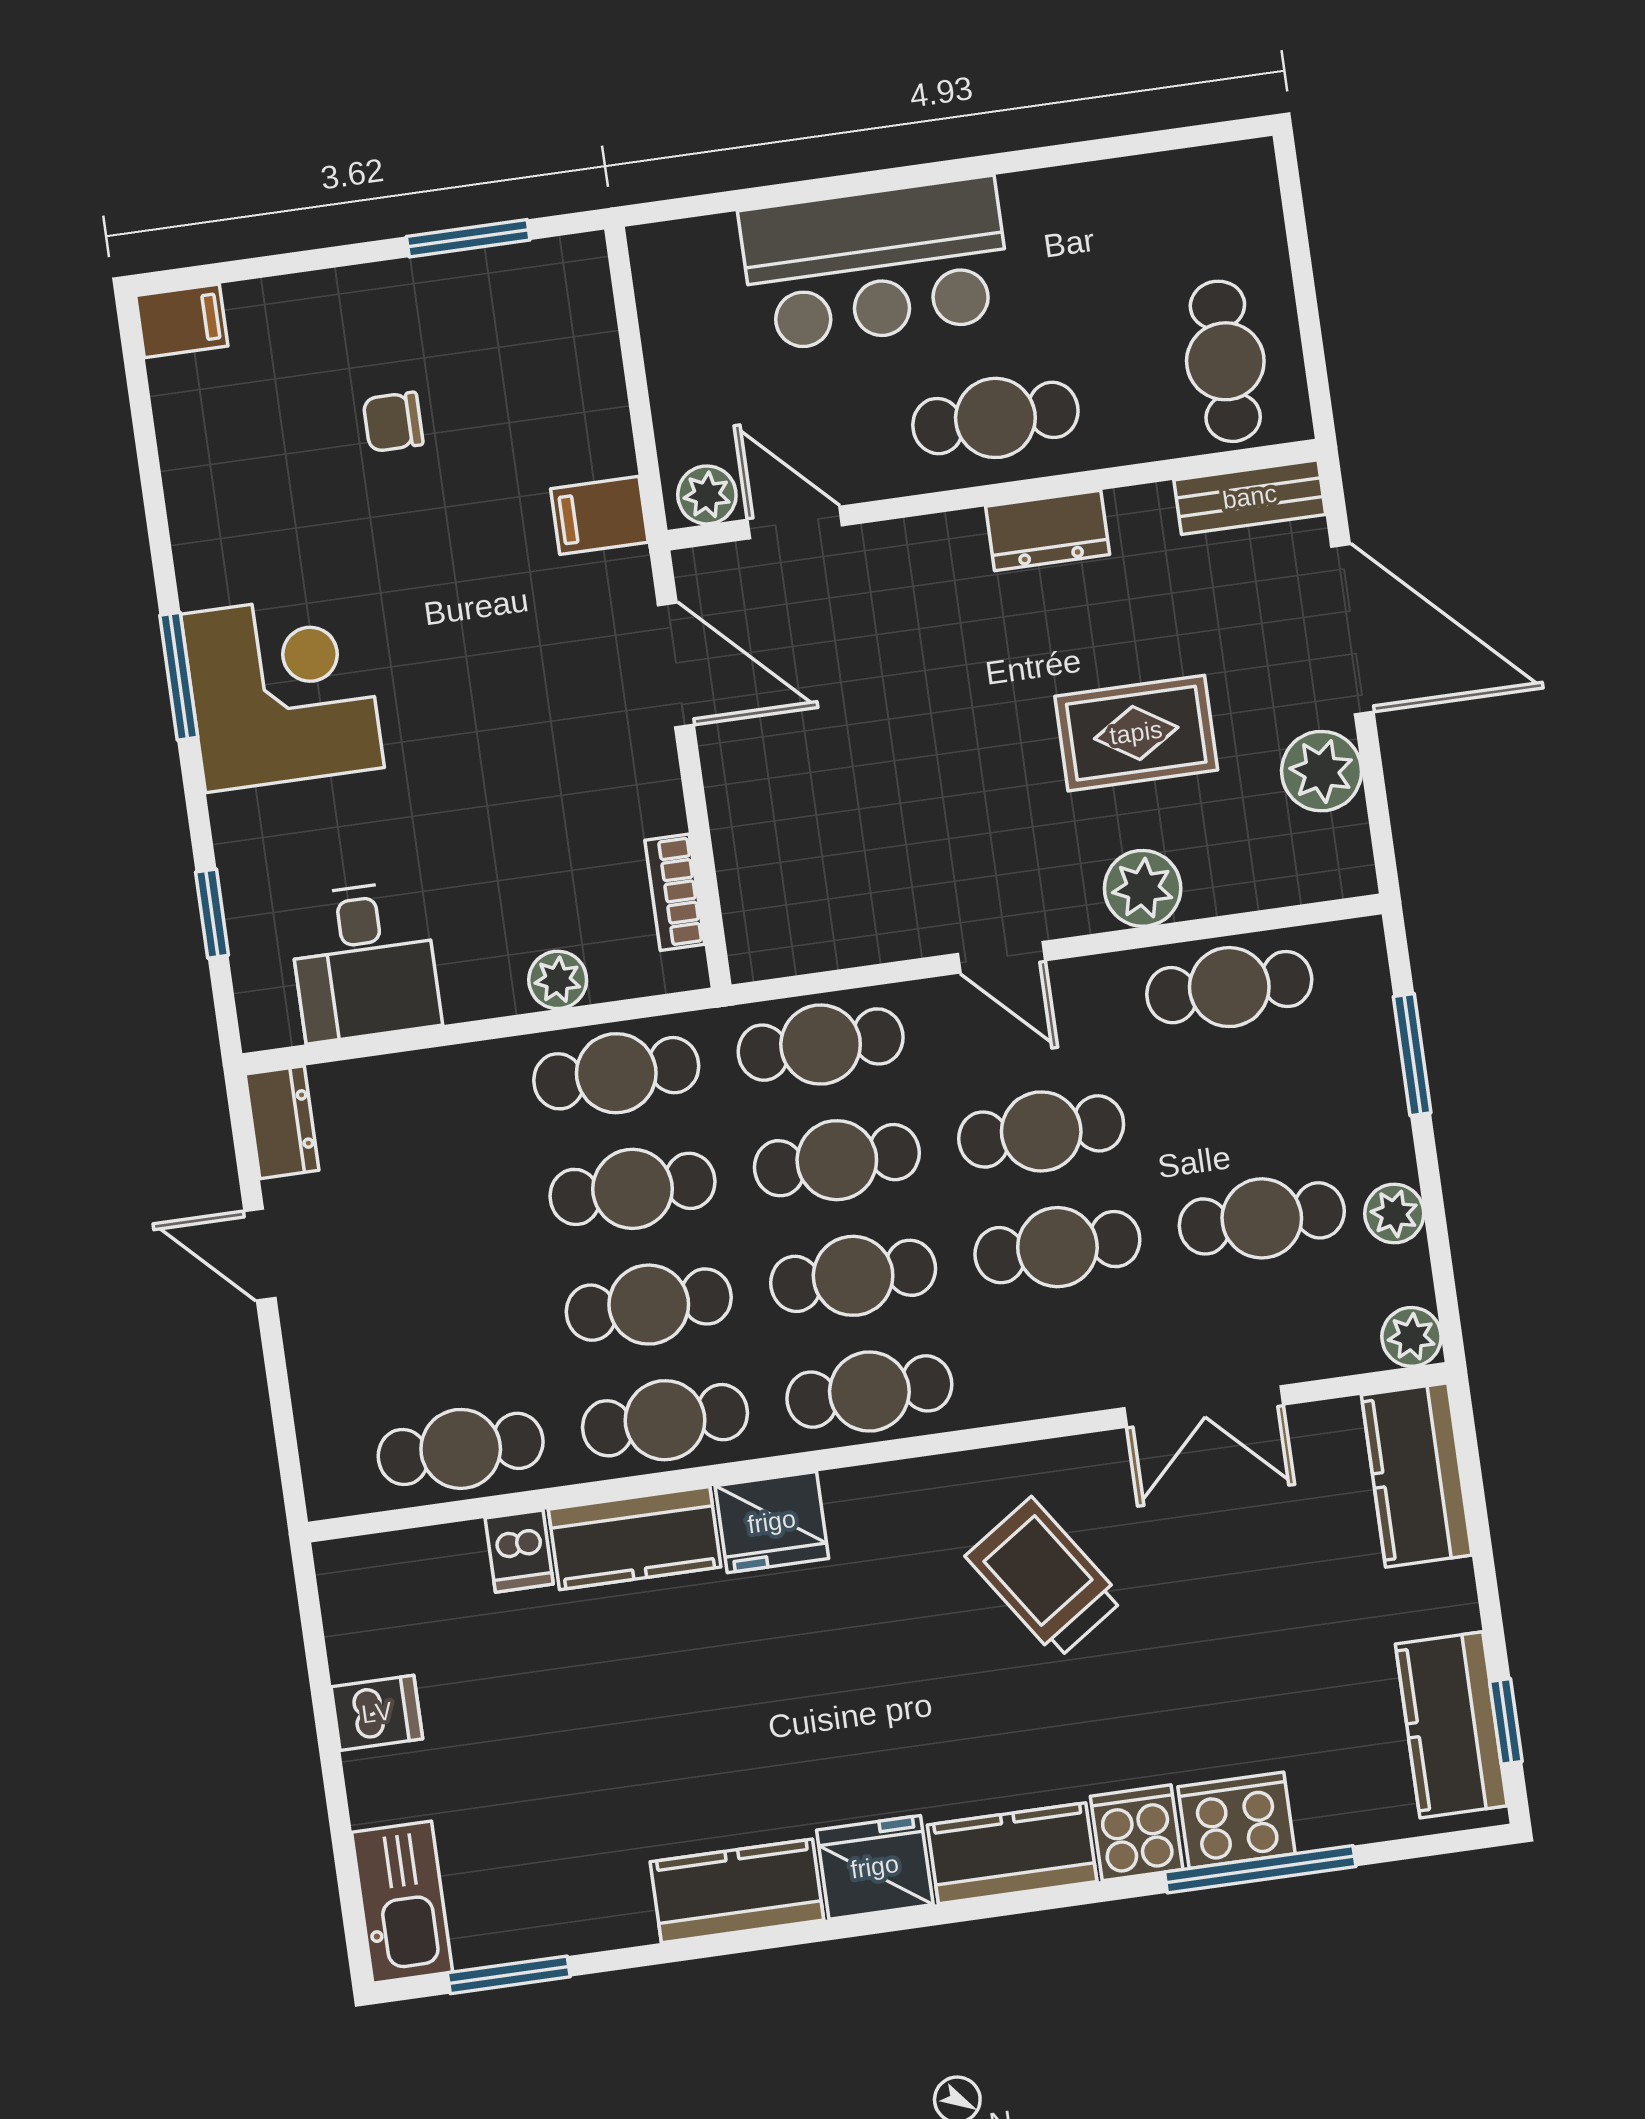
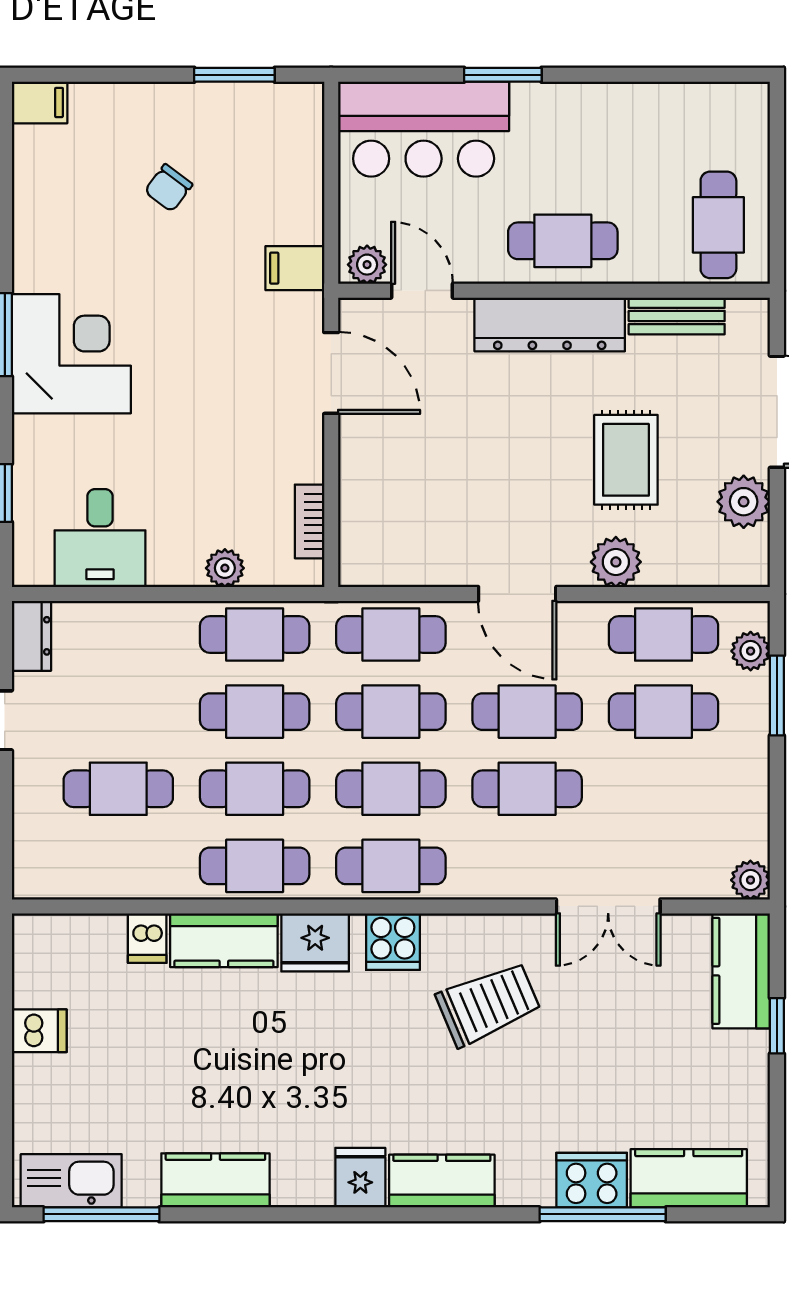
window: (870, 182) -> (503, 75), added
bar counter: (876, 264) -> (424, 129), moved
chair: (393, 422) -> (168, 188), turned -53
bench: (1250, 497) -> (677, 316), moved
dresser: (1048, 530) -> (550, 324), width x1.96, depth x1.24
rug: (1136, 733) -> (626, 460), turned 90
door: (1001, 957) -> (517, 594), width x1.38
plant: (1394, 1214) -> (751, 651), moved
cafe table: (1262, 1218) -> (663, 712), moved
cafe table: (461, 1449) -> (118, 789), moved
trolley: (1044, 1578) -> (488, 1004), turned 101
window: (1506, 1721) -> (777, 1026), moved
kitchen counter: (1451, 1725) -> (689, 1178), moved, turned 90
cooker: (1137, 1833) -> (393, 942), moved, turned 180
fridge: (875, 1867) -> (360, 1178), width x0.72
kitchen counter: (737, 1891) -> (215, 1180), moved
kitchen sink: (402, 1902) -> (71, 1181), moved, turned -90
window: (509, 1975) -> (101, 1214), width x1.44

